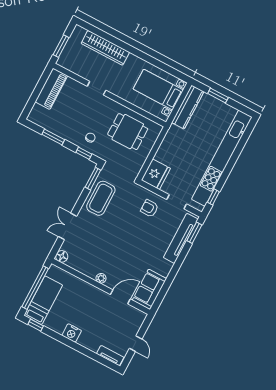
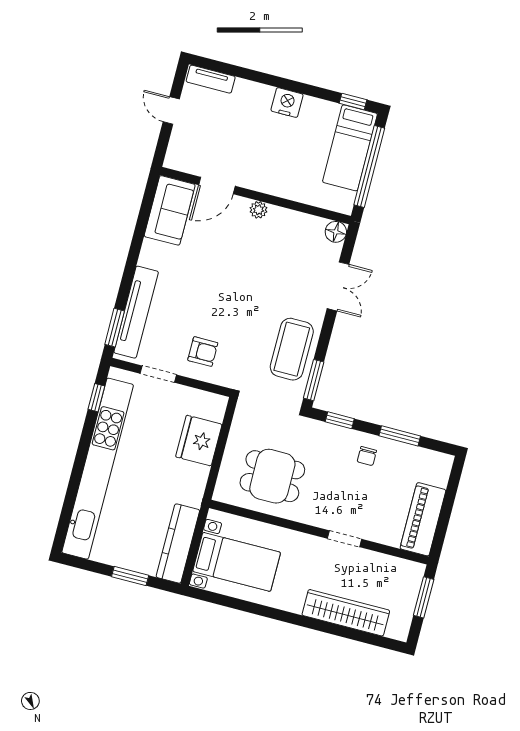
chair: (90, 138) -> (367, 456), moved
fridge: (156, 174) -> (199, 441), moved

